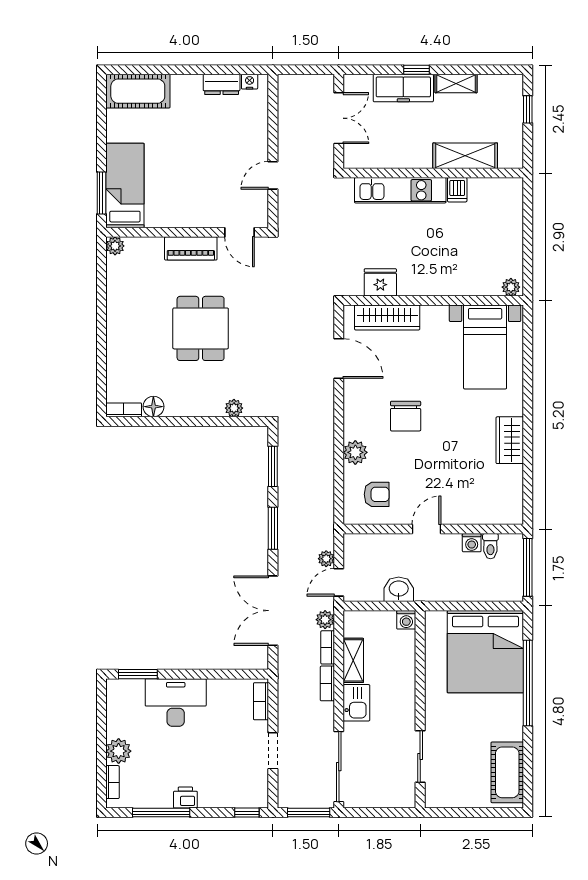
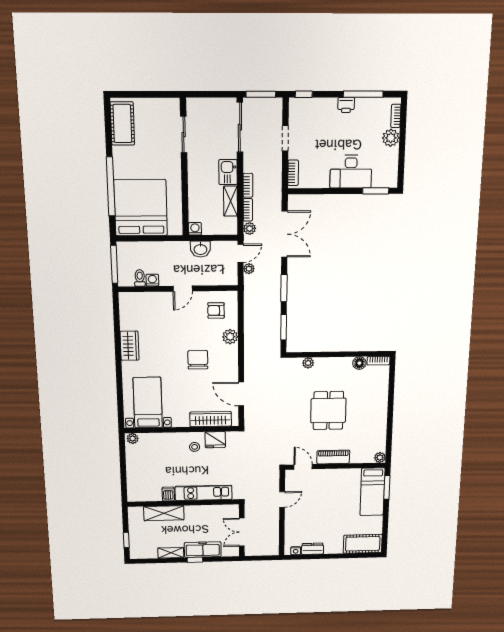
stool: (413, 271) -> (195, 447), added

